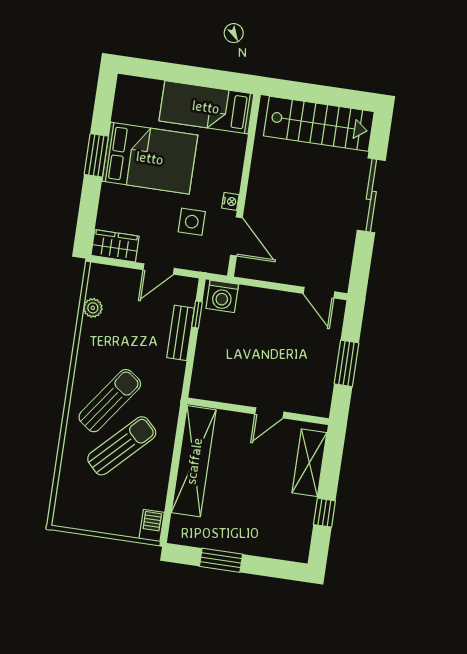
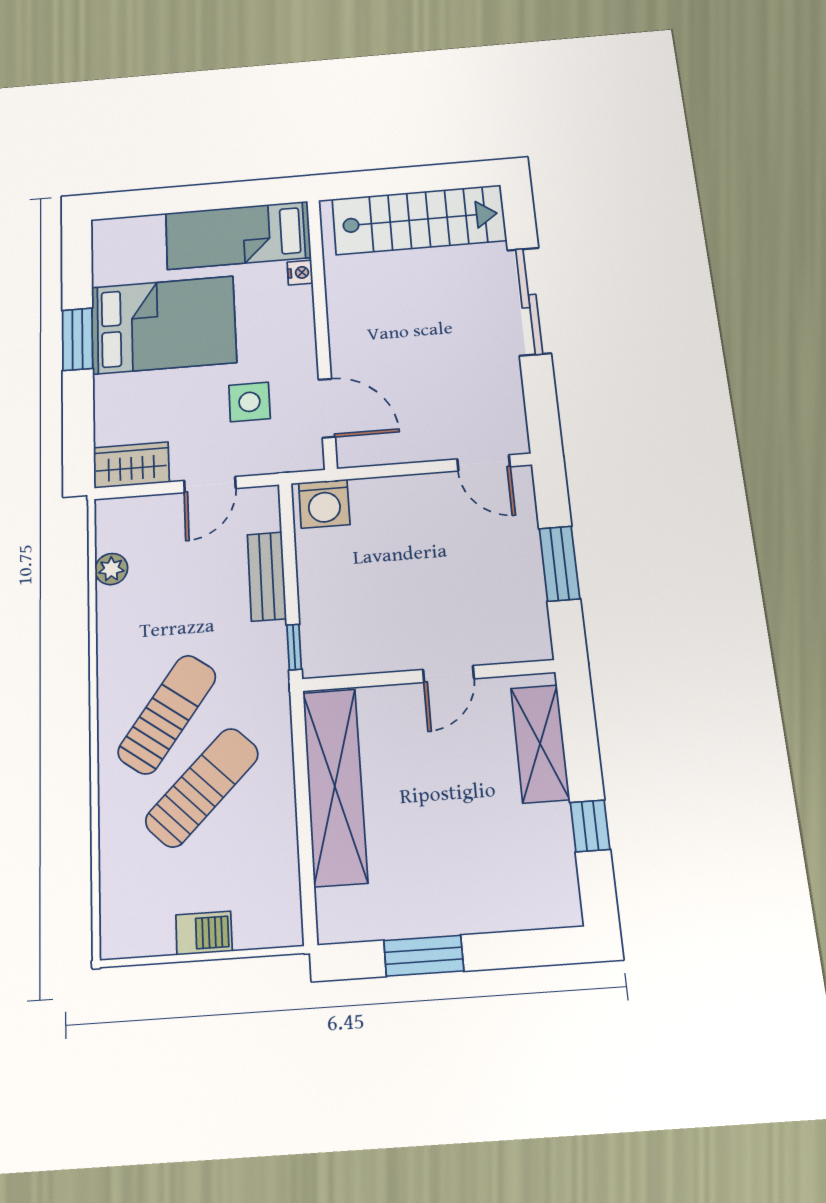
nightstand: (230, 201) -> (300, 273), moved
window: (197, 315) -> (294, 647), moved
barbecue: (152, 526) -> (204, 933), moved, turned 90

